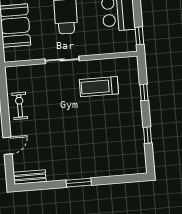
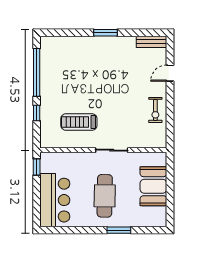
treadmill: (99, 87) -> (79, 122), turned 180
window: (148, 135) -> (37, 72), width x3.17

